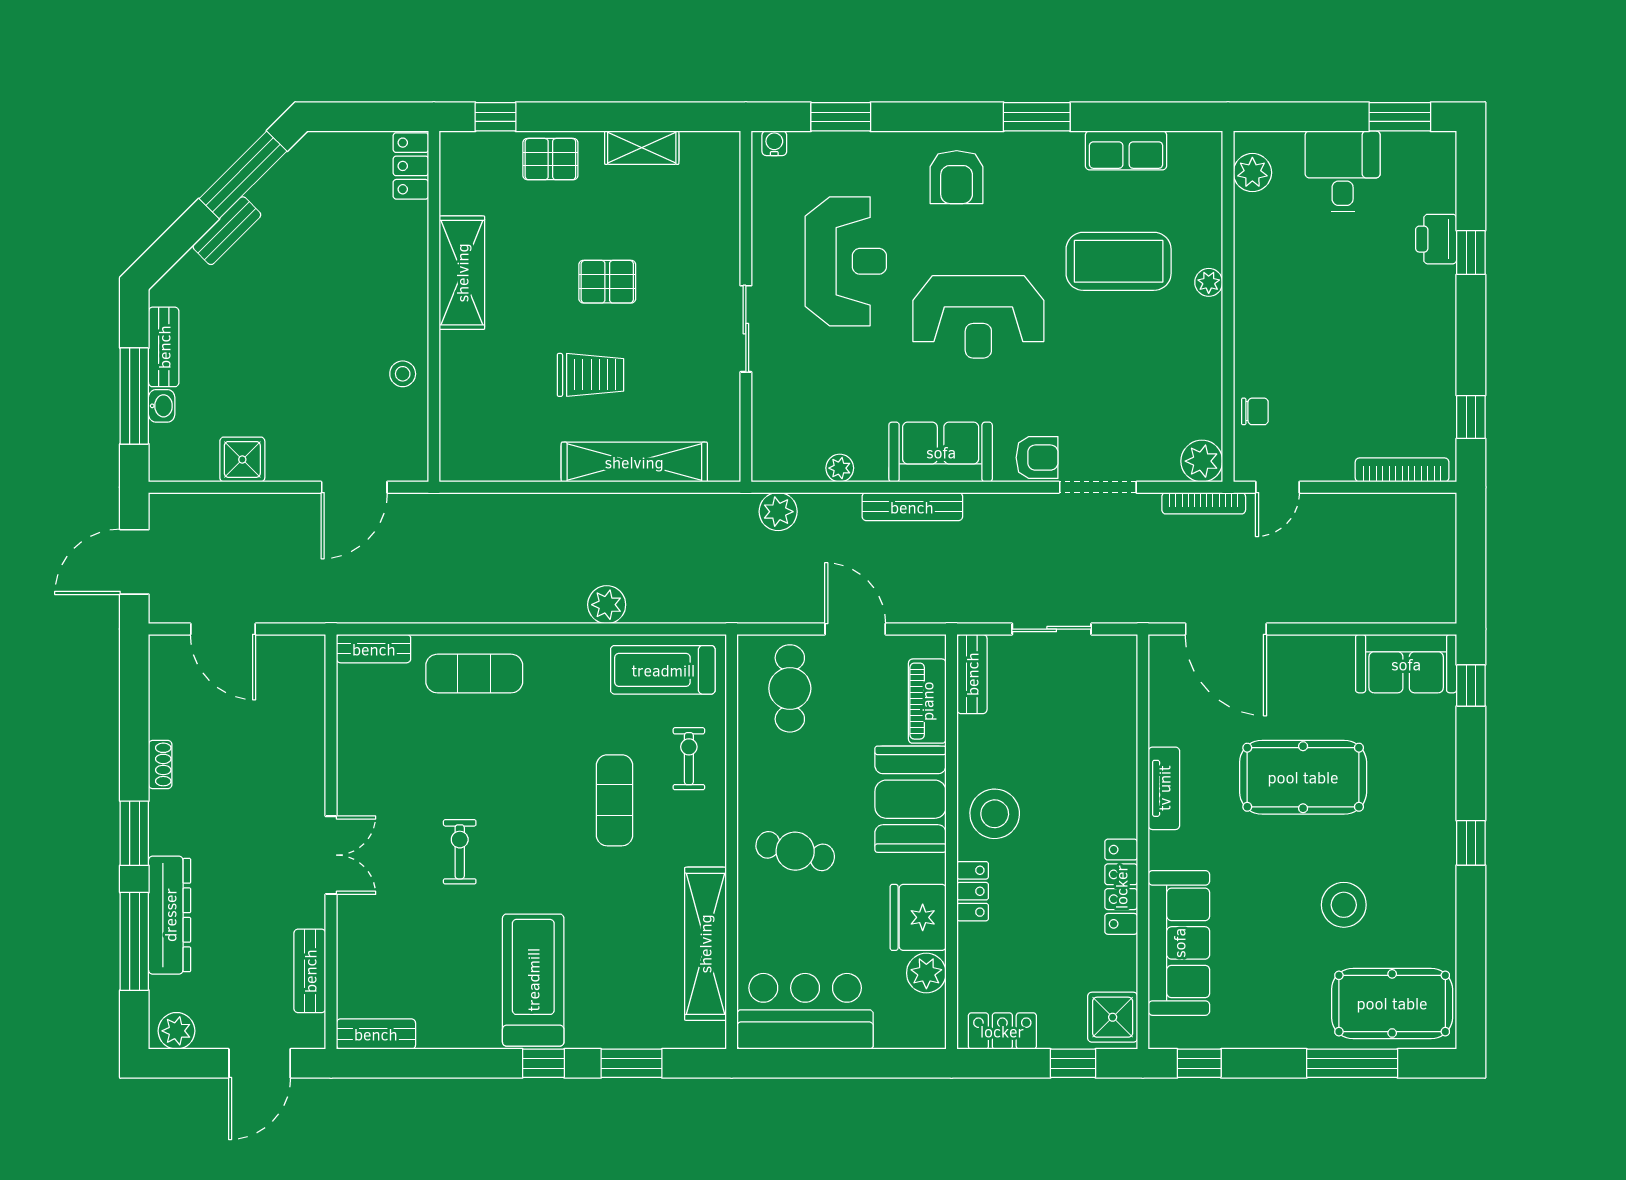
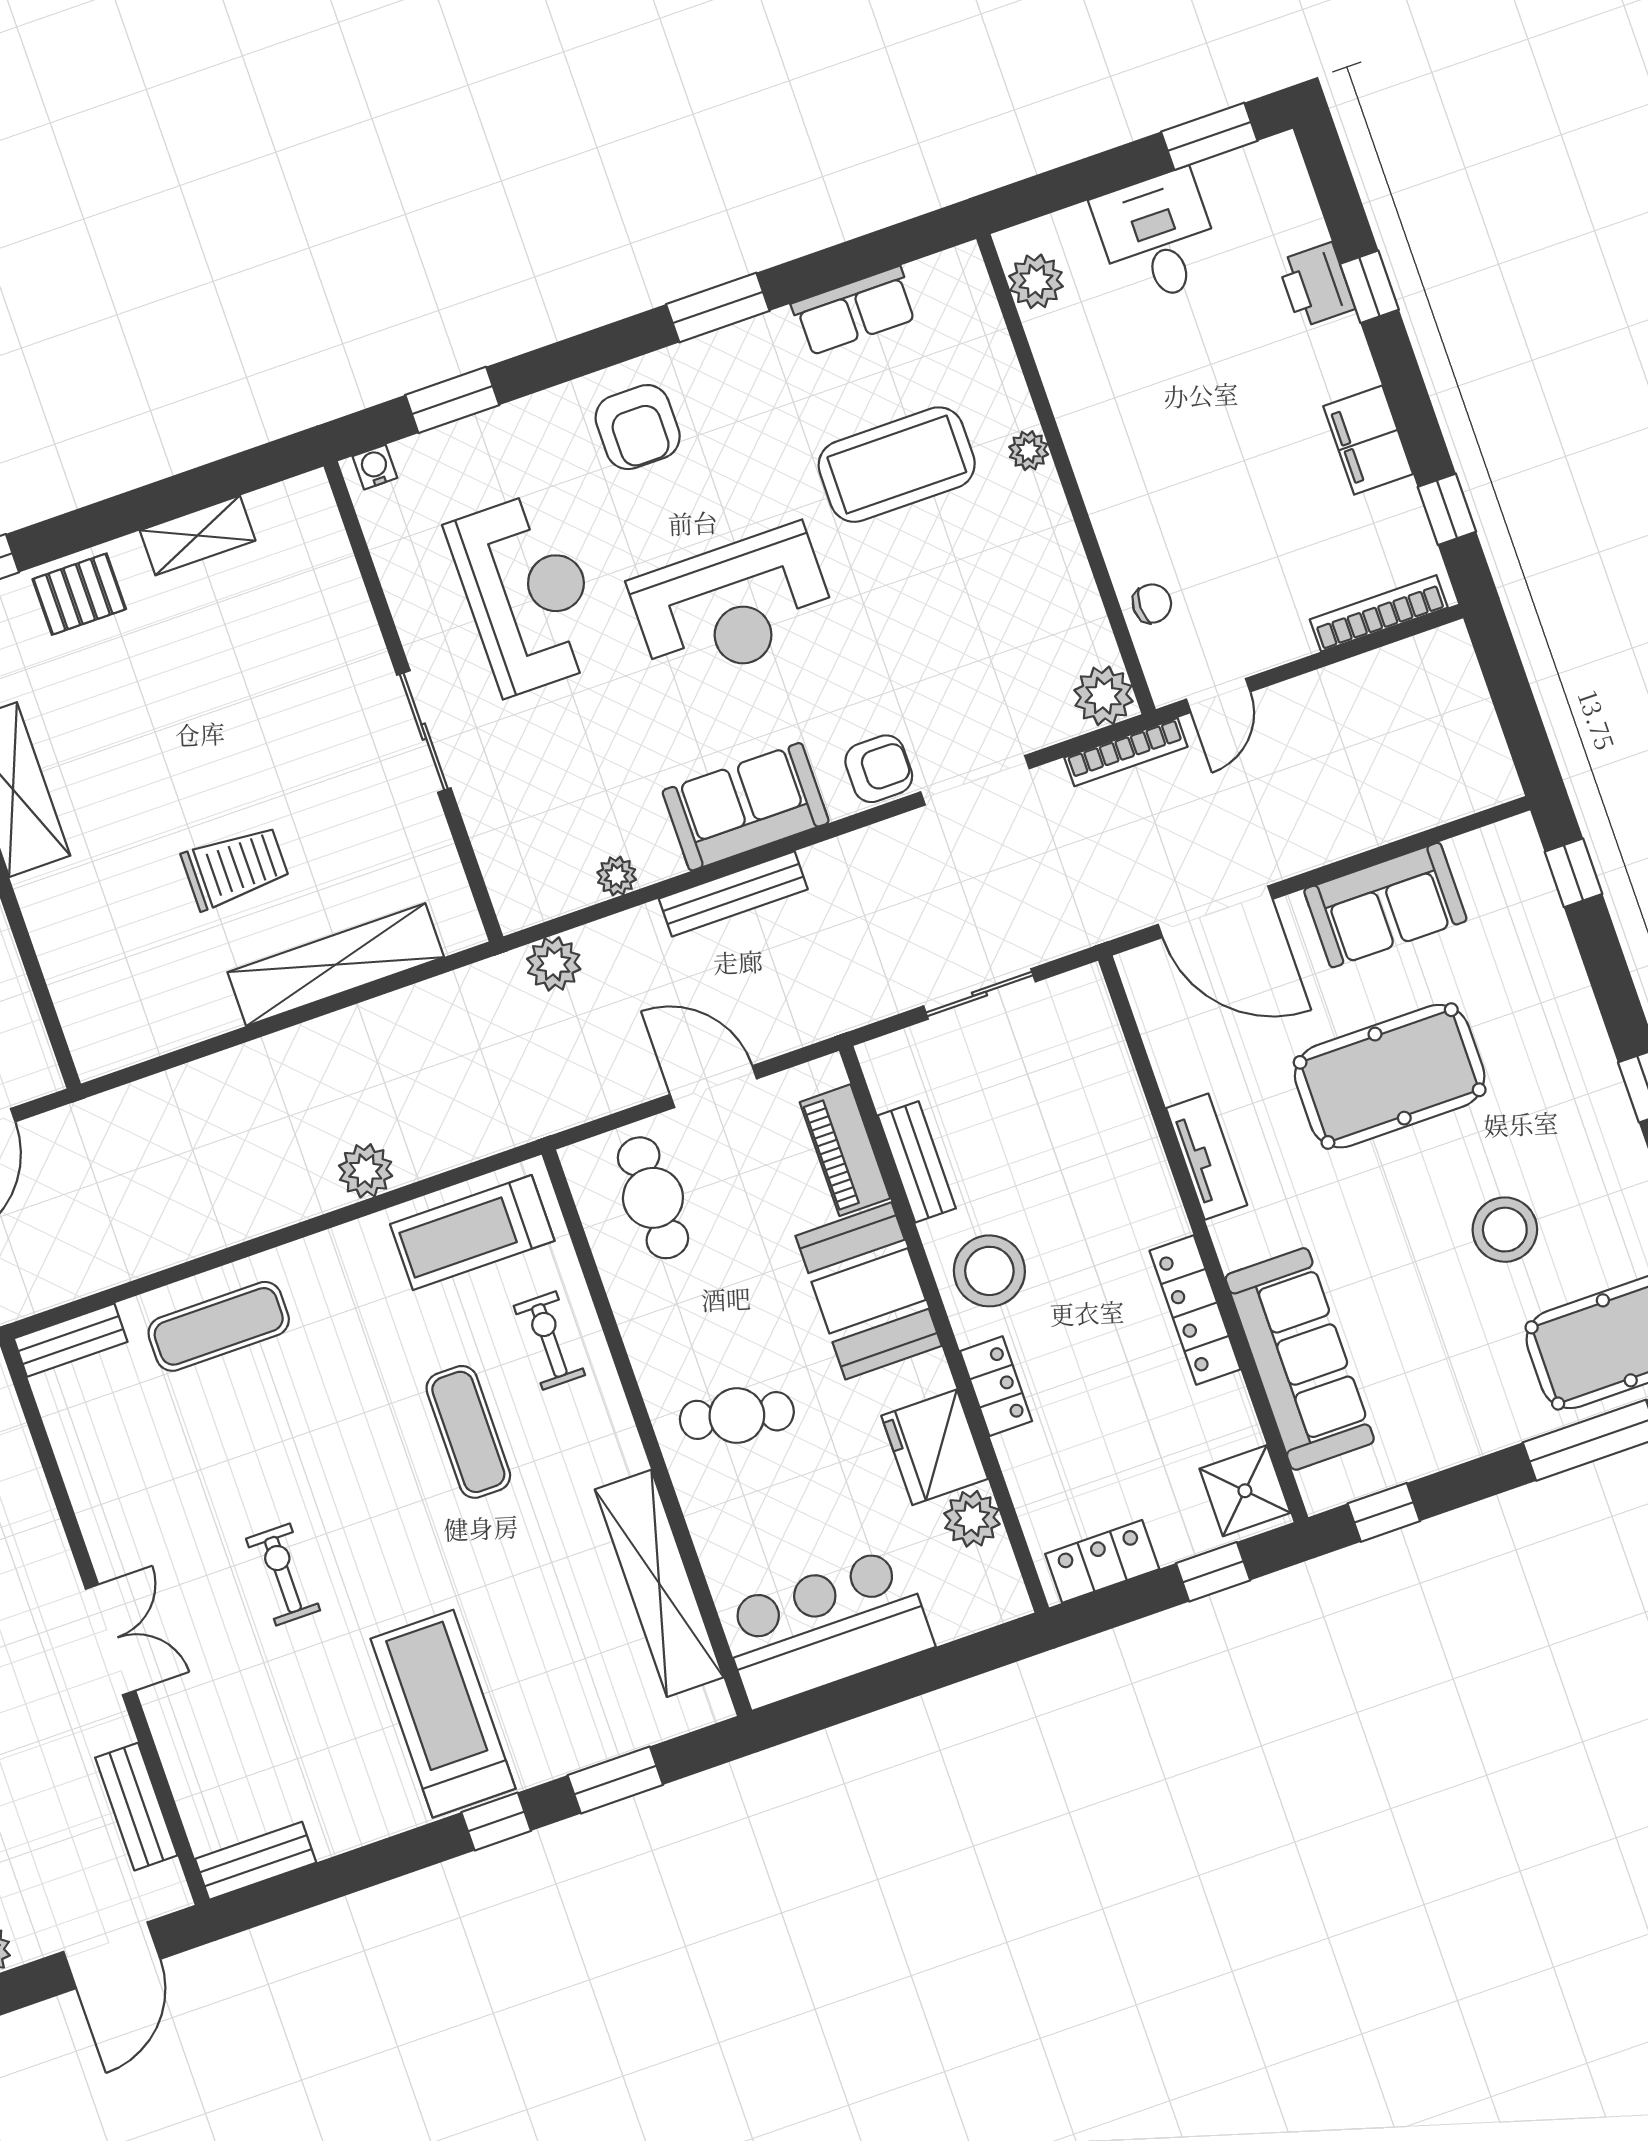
pallet: (607, 282) -> (214, 733), removed
filing cabinet: (1435, 353) -> (1368, 440), added
sofa: (1406, 664) -> (1385, 905), moved
bench: (972, 674) -> (917, 1162), moved

